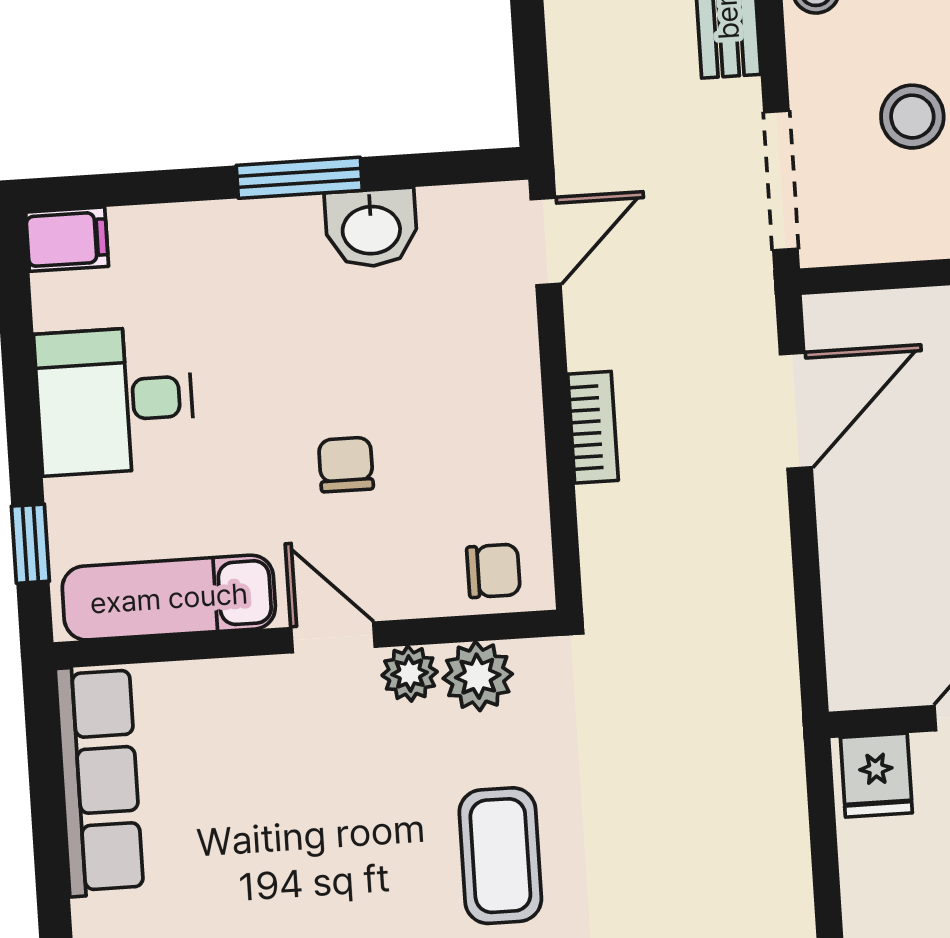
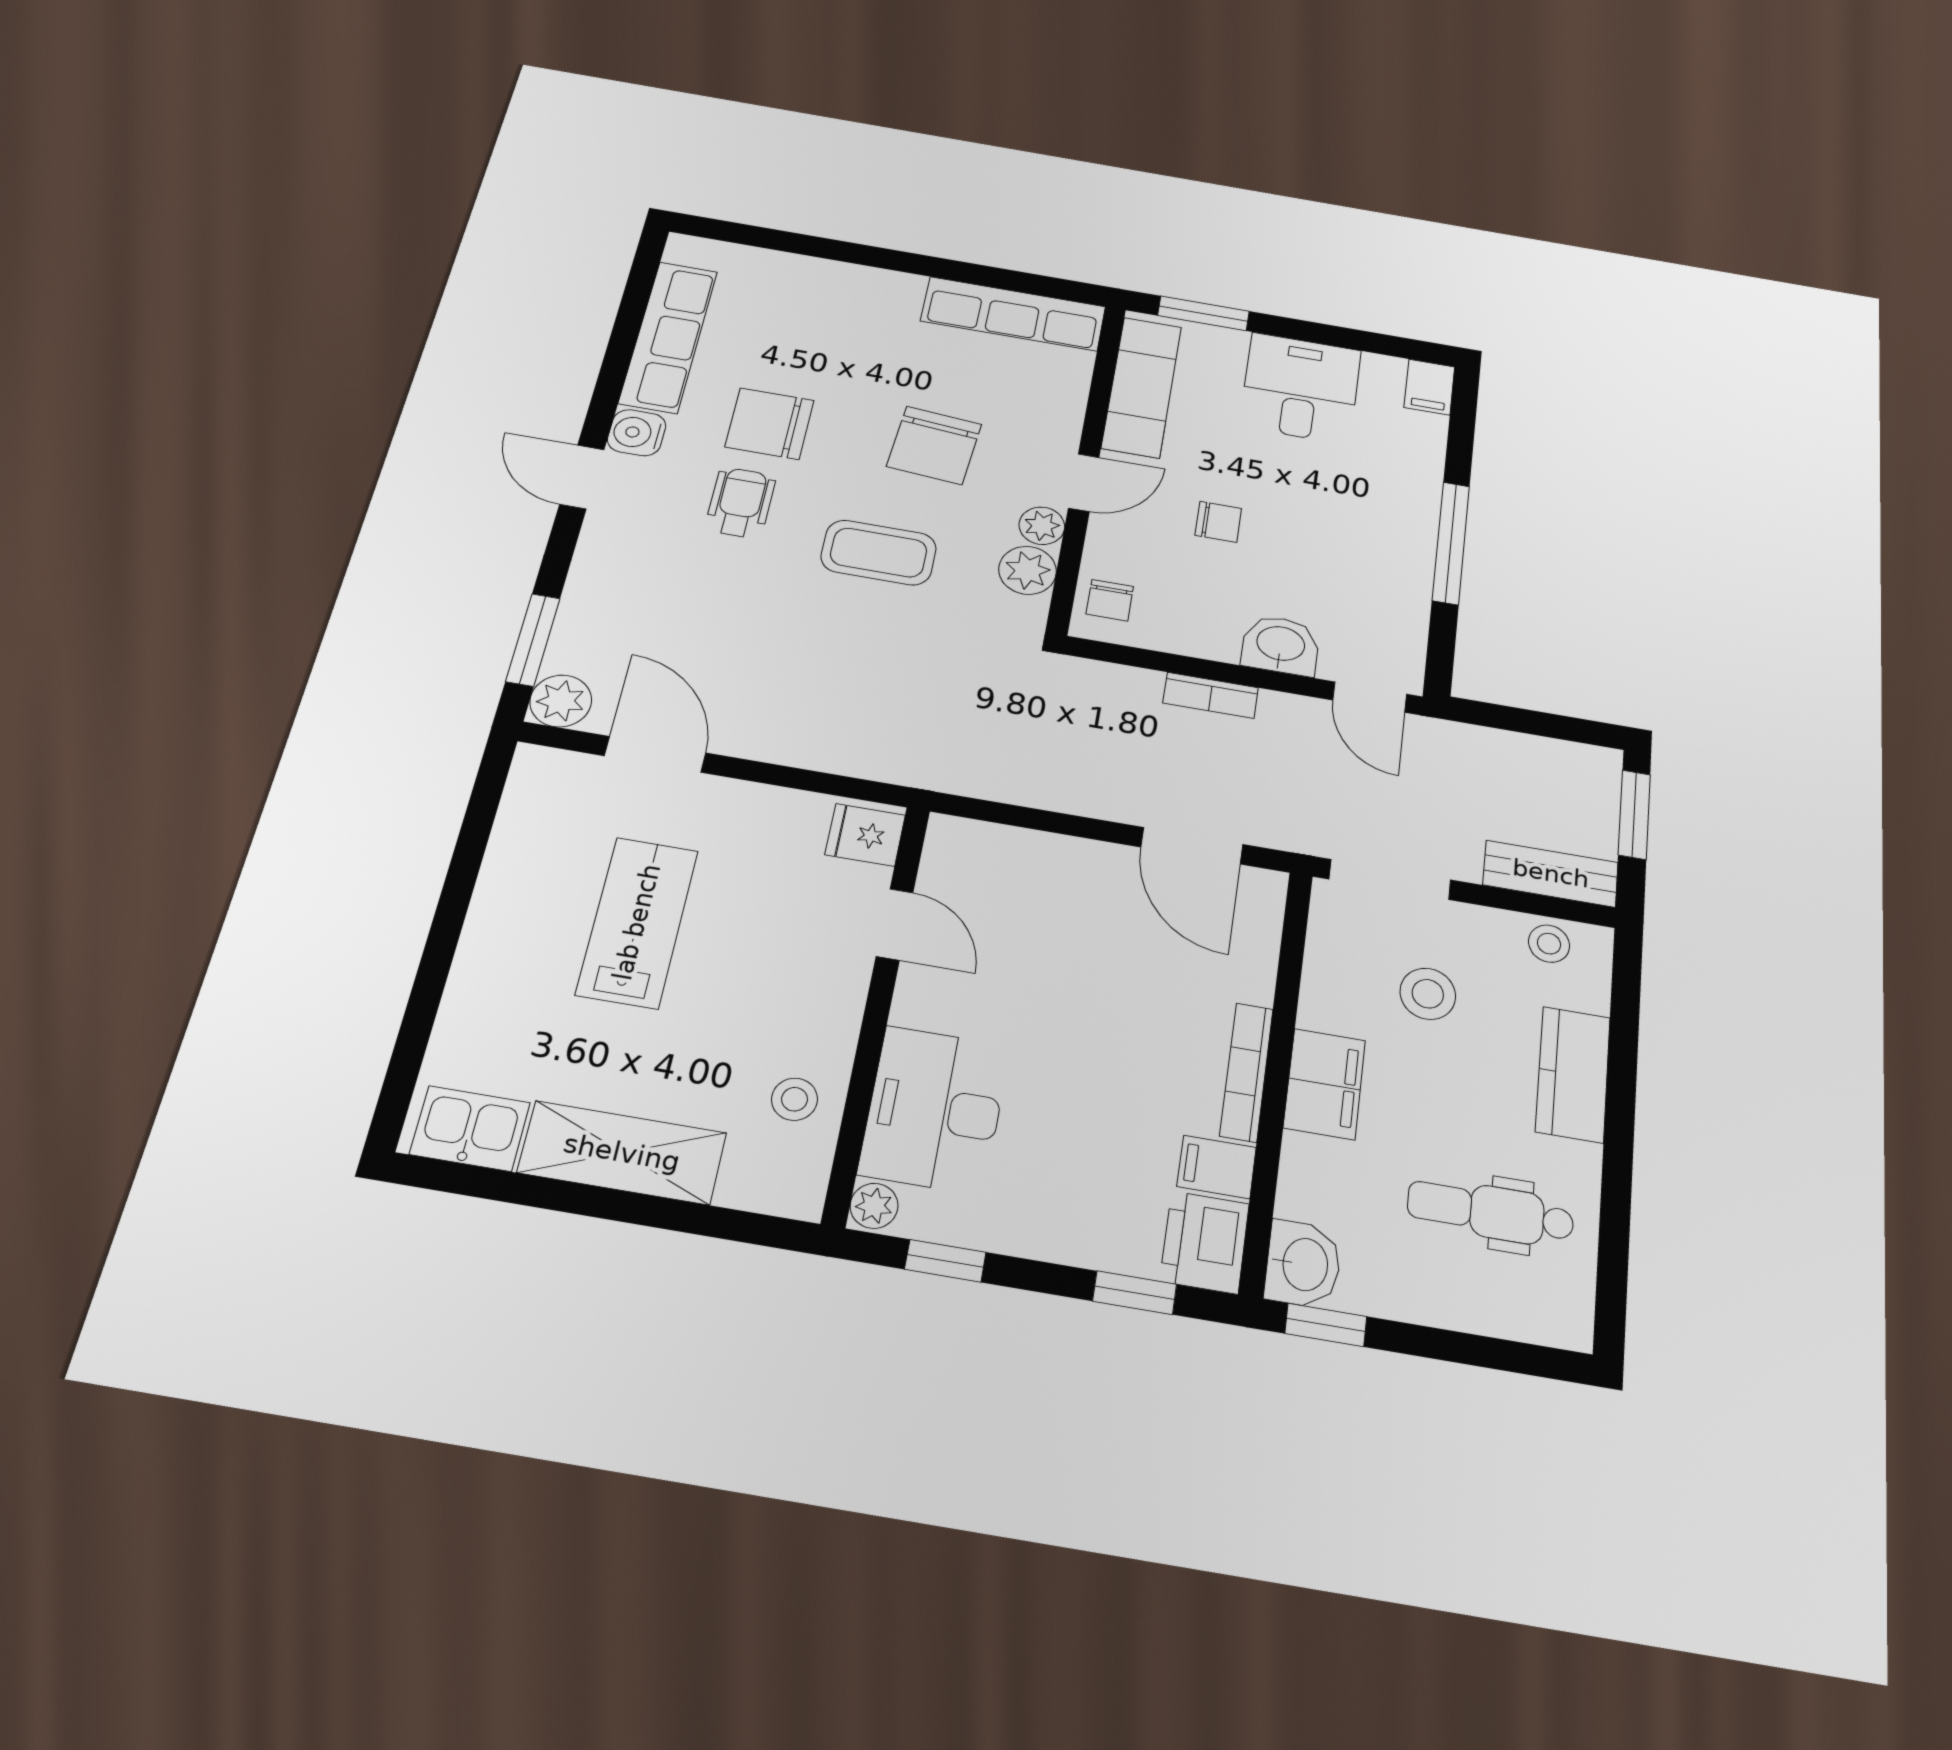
window: (299, 178) -> (1451, 543), width x1.44
washbasin: (371, 228) -> (1280, 645), moved, turned 90
window: (30, 544) -> (1203, 313), width x1.50
chair: (328, 829) -> (934, 445), added

